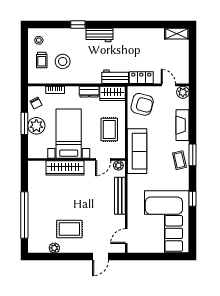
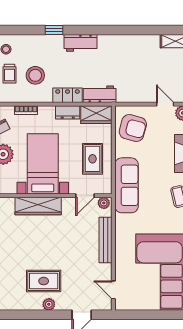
locker: (141, 78) -> (68, 95), moved
door: (126, 236) -> (113, 290), hinge flipped
plant: (54, 248) -> (49, 304), moved

